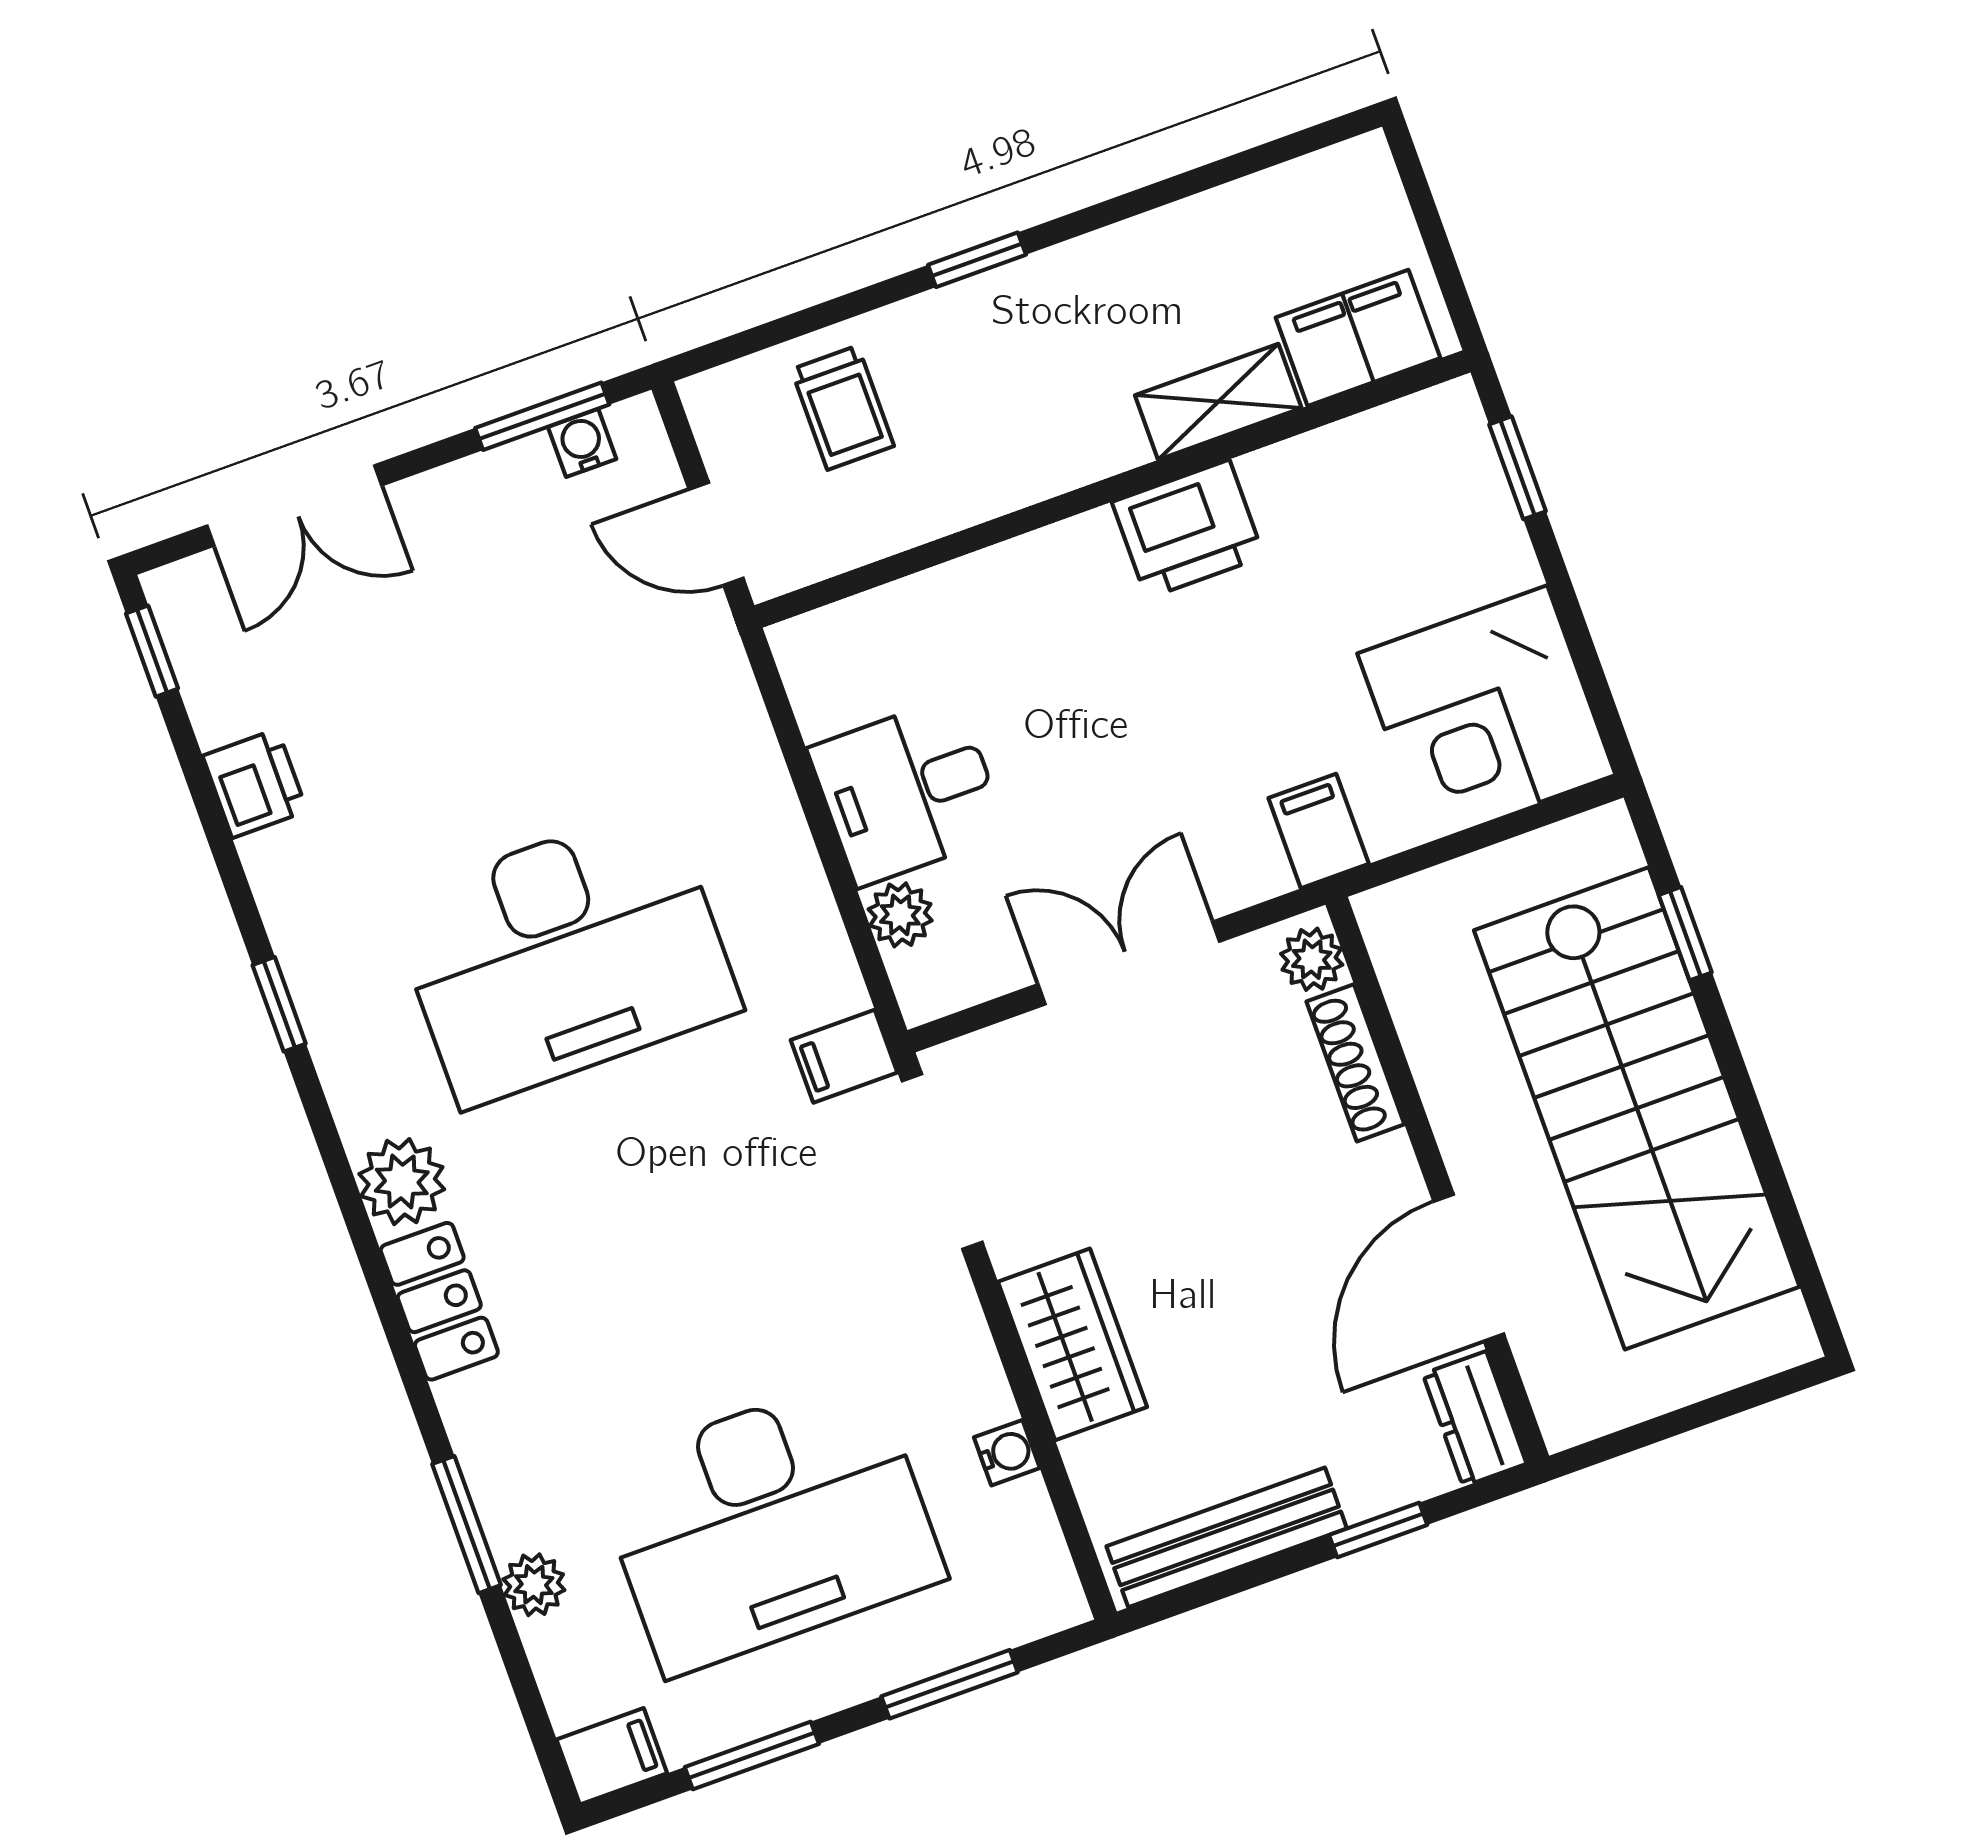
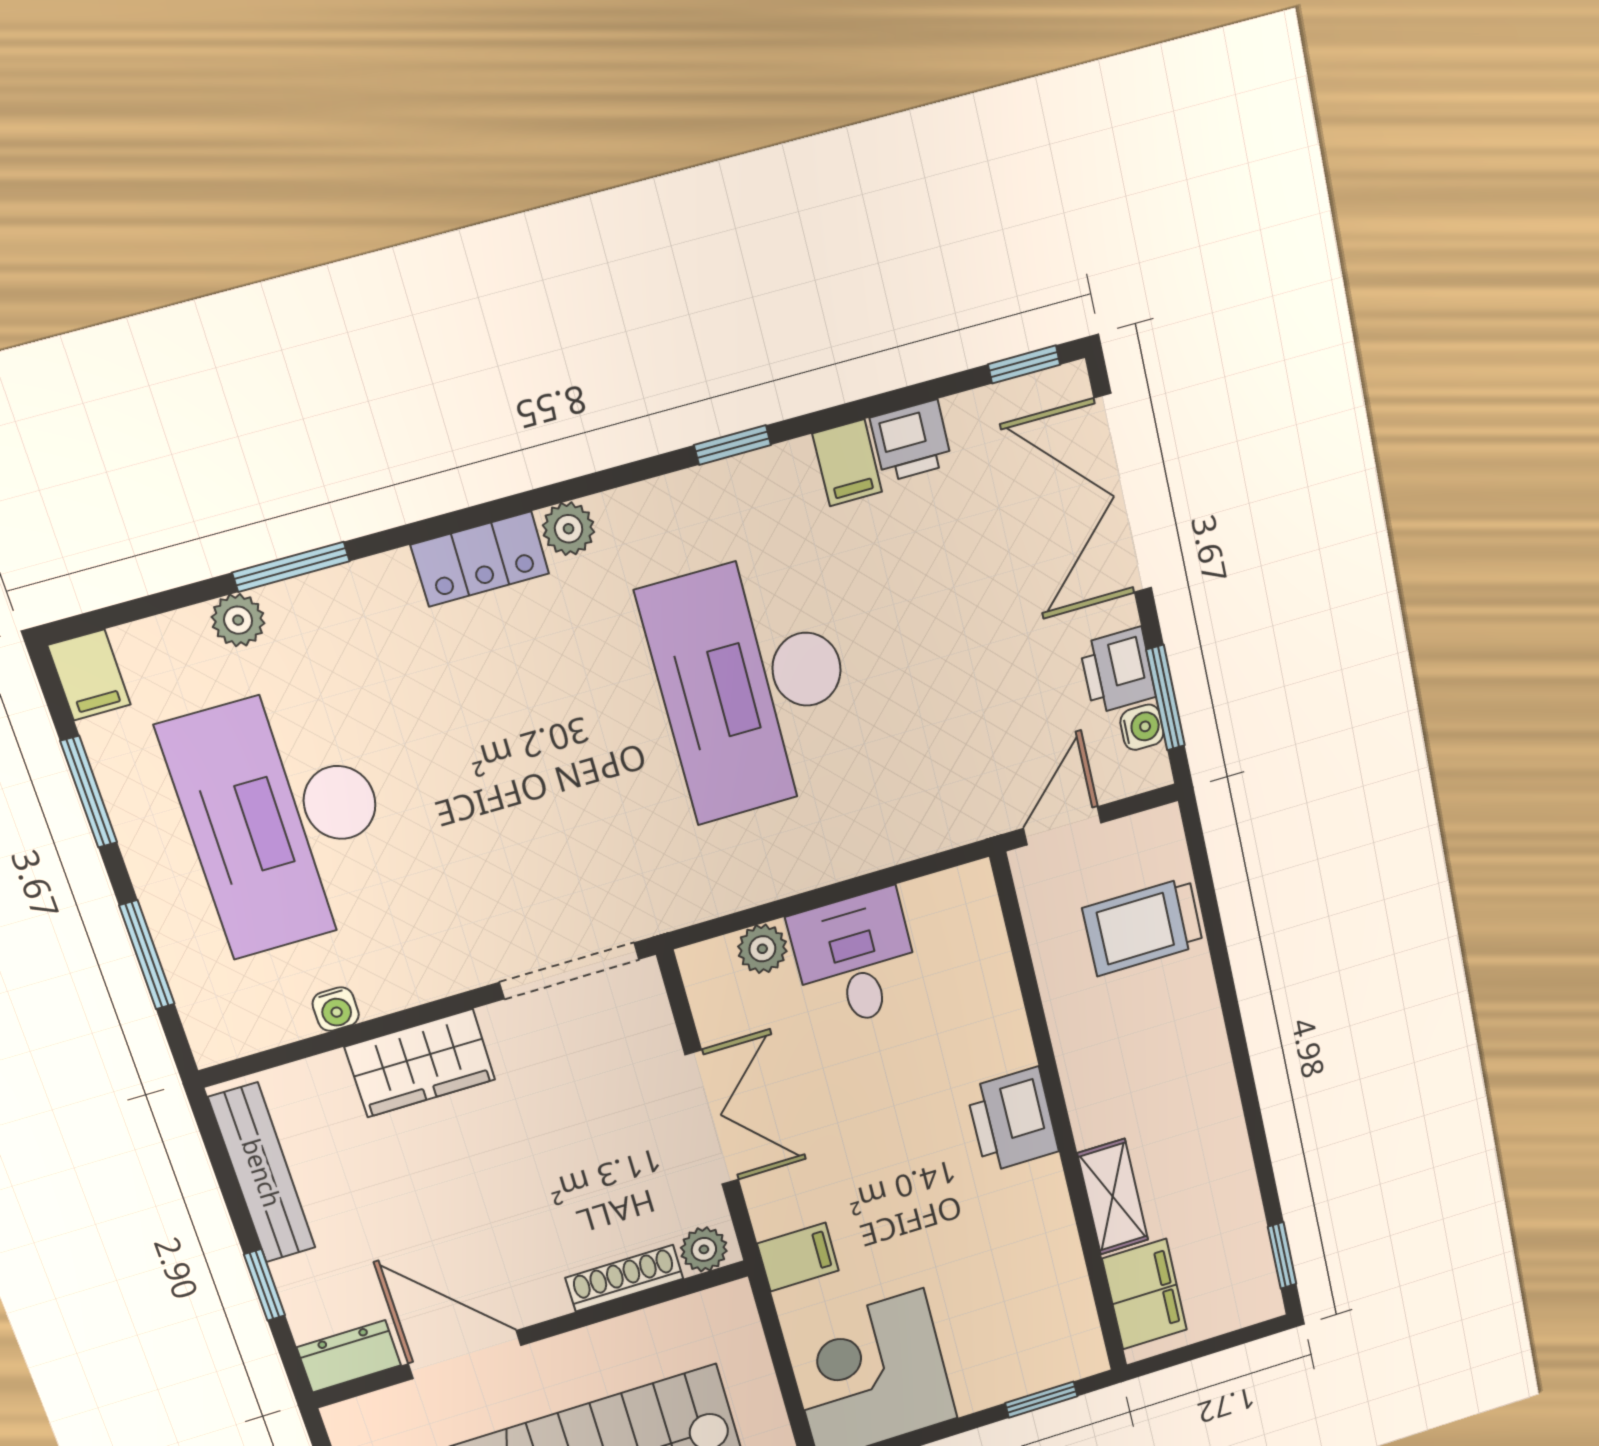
window: (977, 260) -> (1282, 1255), moved
trolley: (843, 408) -> (1143, 926), width x1.36, depth x1.39
printer: (513, 485) -> (1118, 671), added
double door: (294, 506) -> (1123, 494), width x1.37
printer: (1188, 529) -> (1012, 1120), moved
filing cabinet: (844, 1056) -> (847, 463), moved, turned 180
plant: (402, 1182) -> (569, 529), width x0.73, depth x0.73

